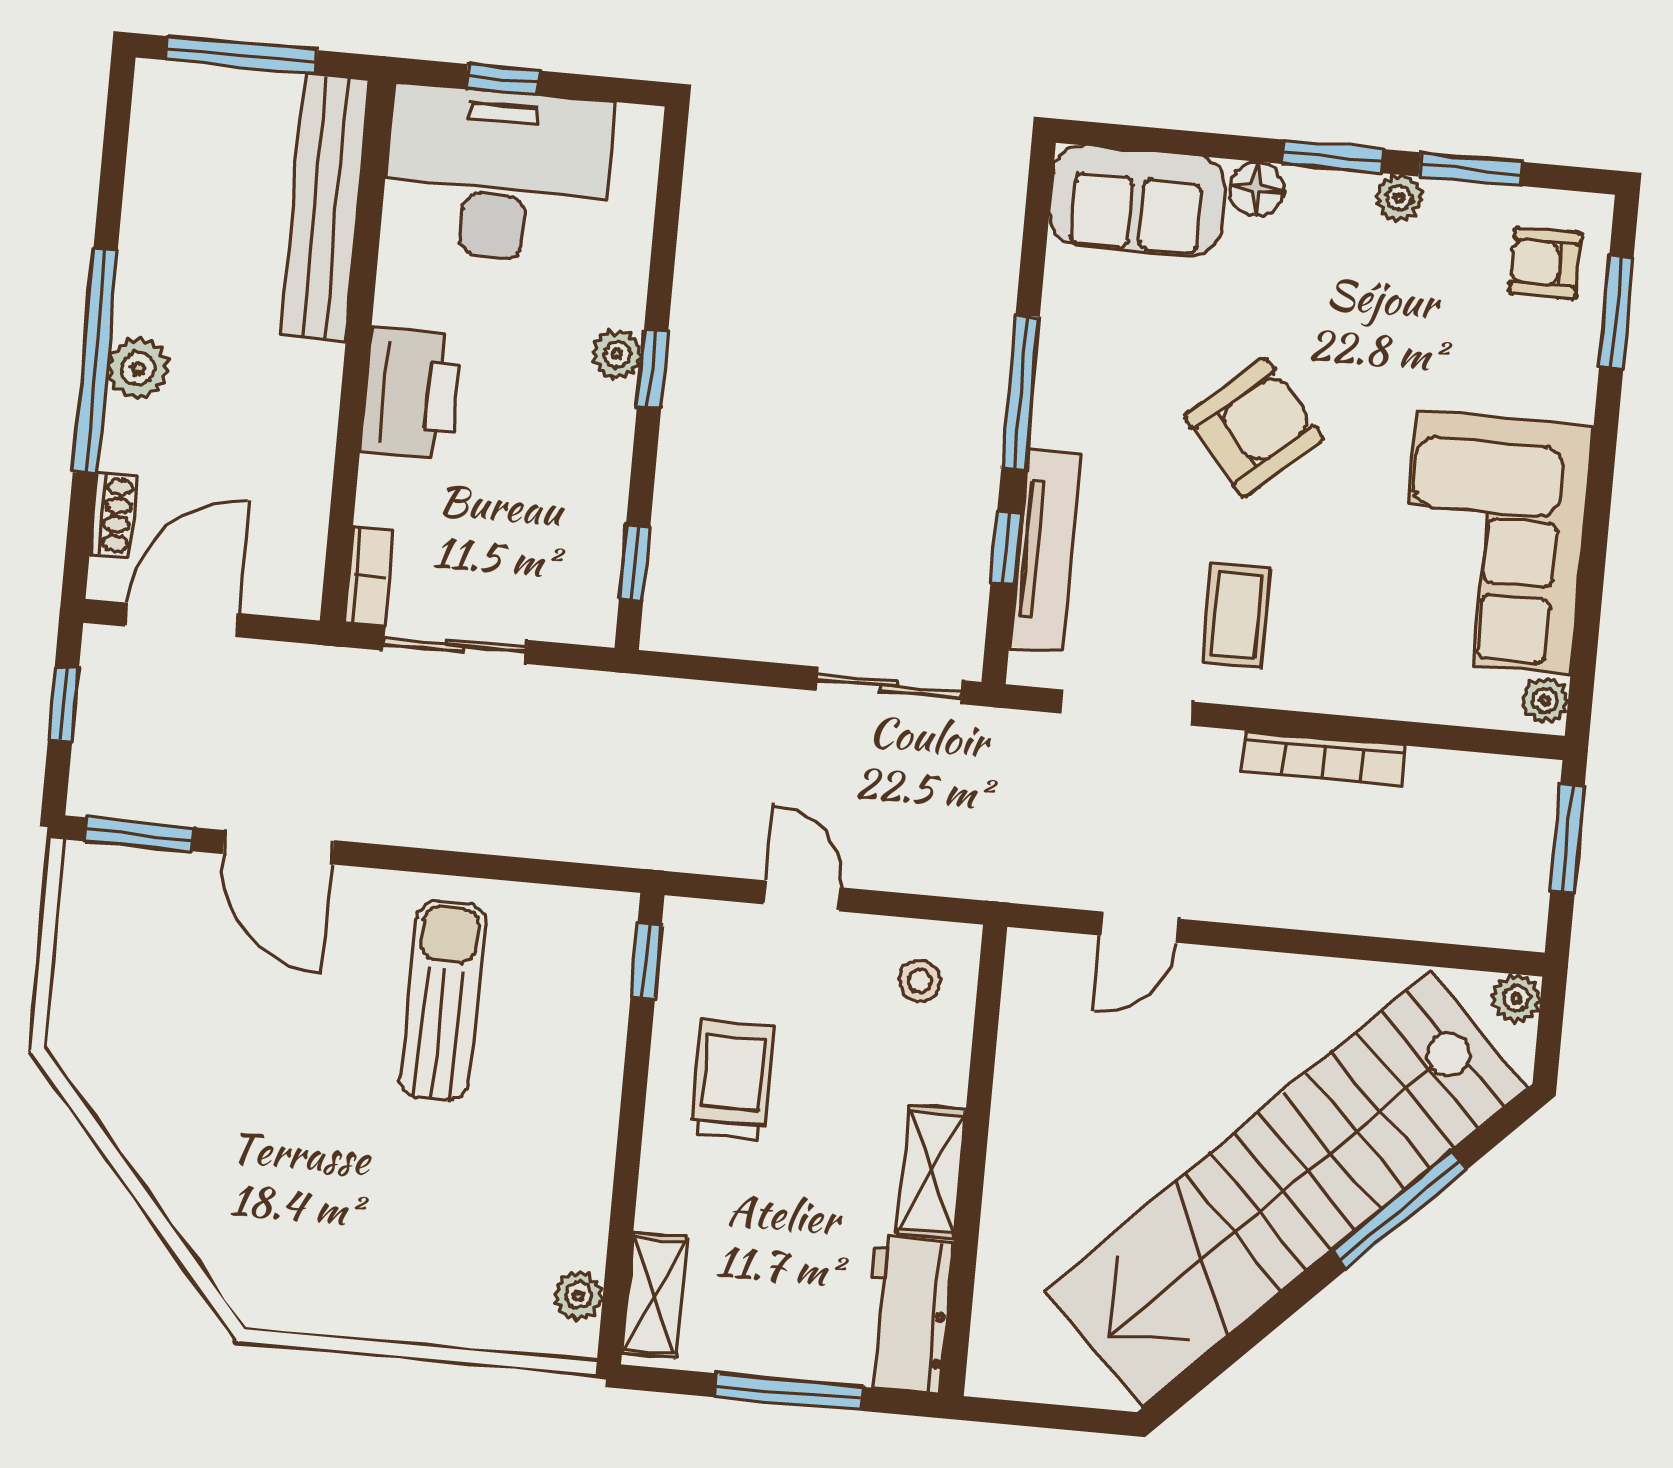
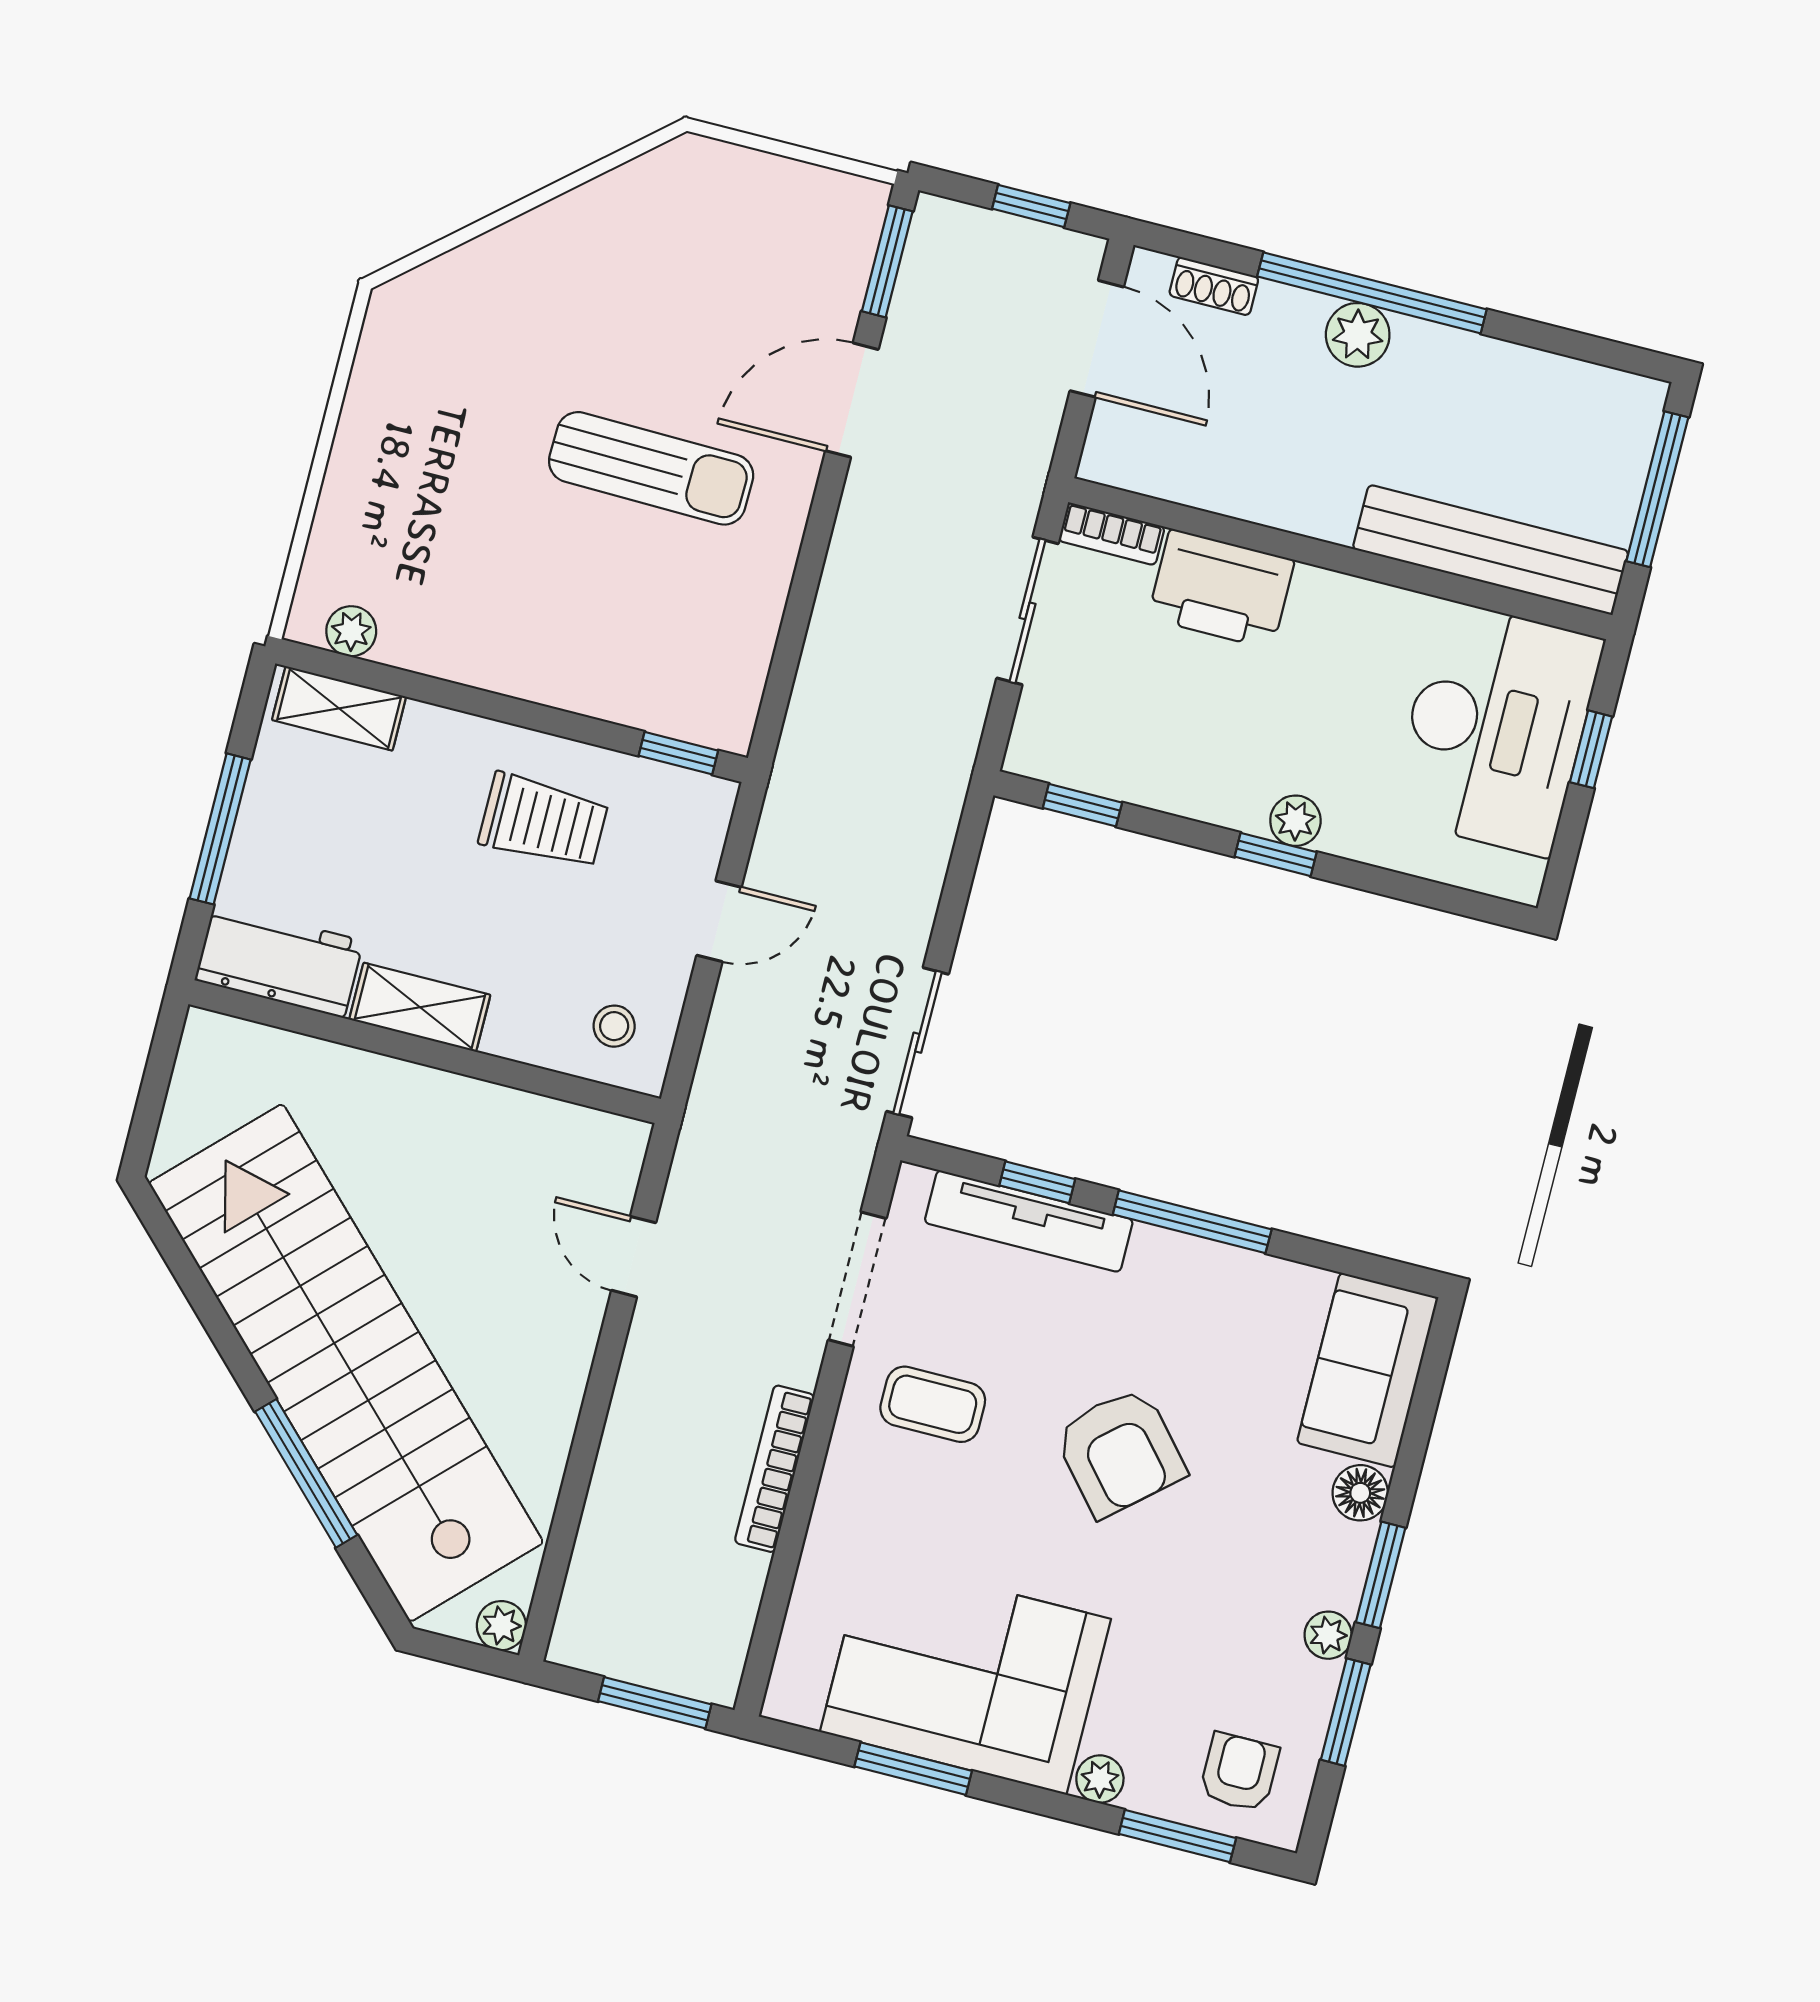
printer: (411, 394) -> (1221, 589), moved
window: (1592, 578) -> (913, 1769), added
plant: (1545, 700) -> (1100, 1779), moved
sun lounger: (443, 1000) -> (651, 468), moved

